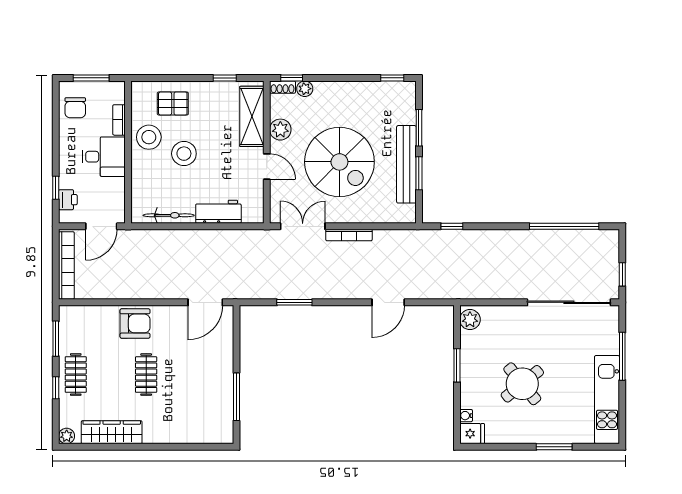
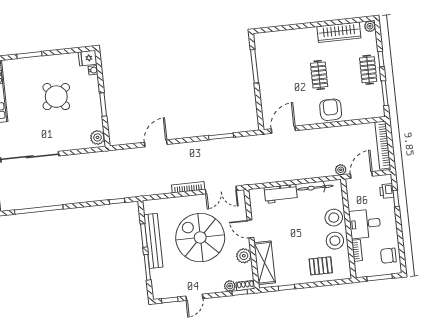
door: (357, 78) -> (194, 297), added
chair: (75, 108) -> (388, 256), turned -90
stool: (184, 154) -> (334, 218), moved
plant: (130, 237) -> (341, 170), added
armchair: (135, 323) -> (331, 110), turned 90

